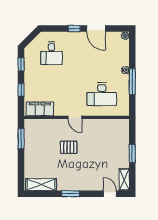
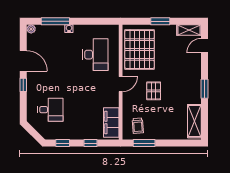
door: (96, 29) -> (23, 61), hinge flipped
window: (132, 82) -> (55, 21), moved
trolley: (37, 133) -> (138, 126), added
pallet: (106, 134) -> (139, 49), added

